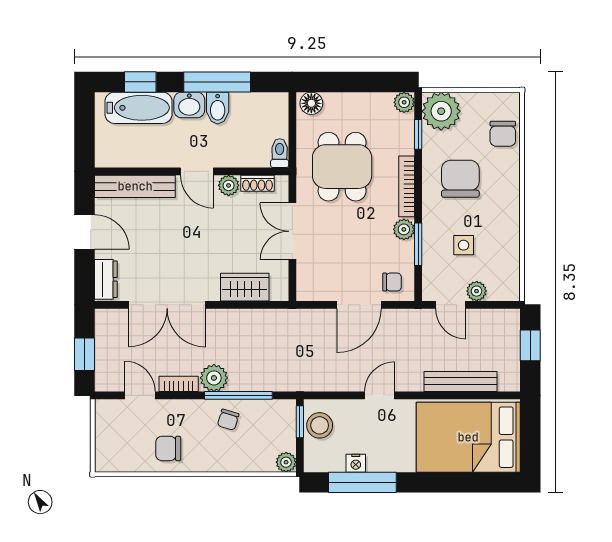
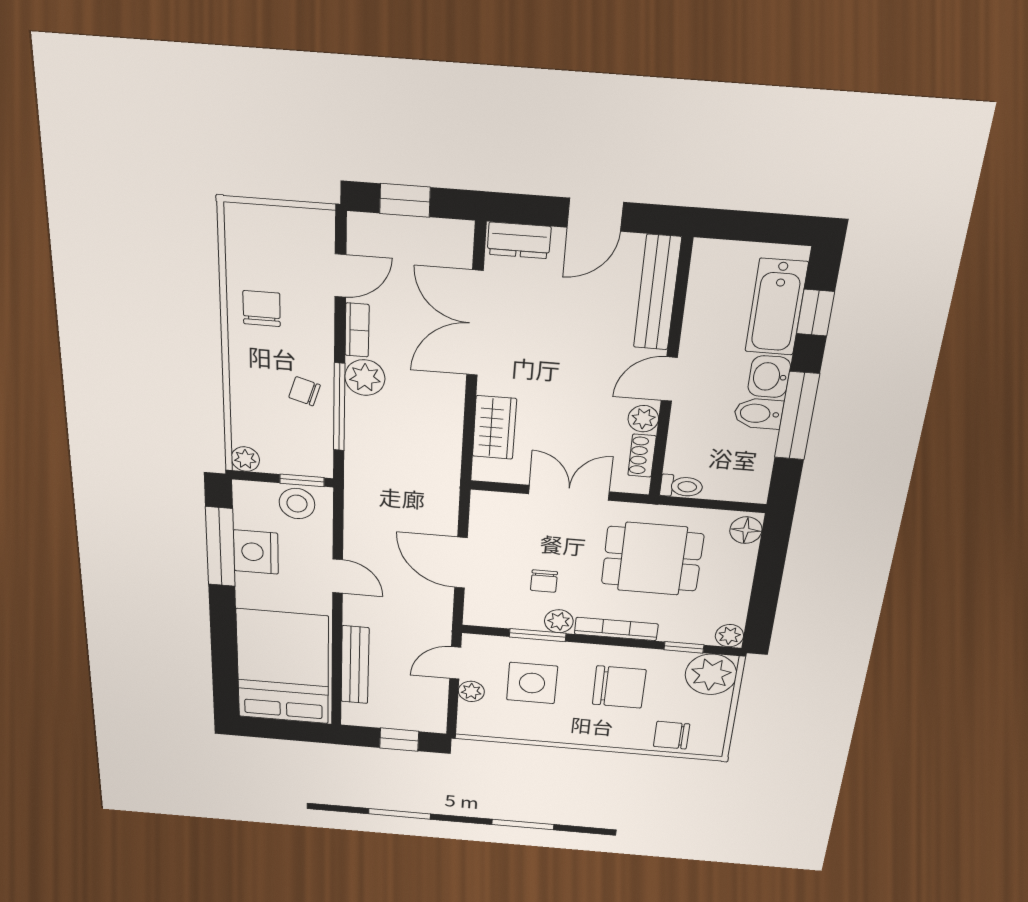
side table: (464, 245) -> (532, 683), width x1.87, depth x1.87
chair: (392, 282) -> (544, 581), moved
nightstand: (356, 463) -> (256, 552), width x1.89, depth x1.79

